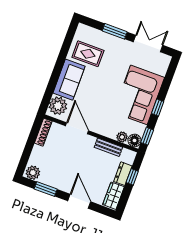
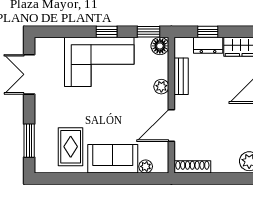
window: (115, 31) -> (29, 141), moved
plant: (58, 106) -> (146, 166), width x0.53, depth x0.53
plant: (122, 137) -> (161, 87), moved

